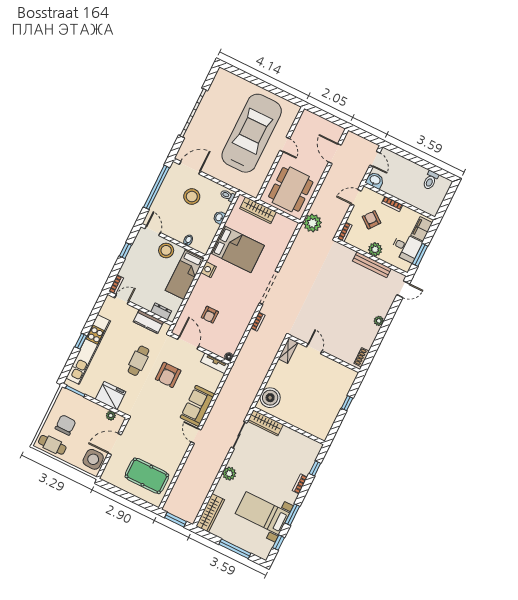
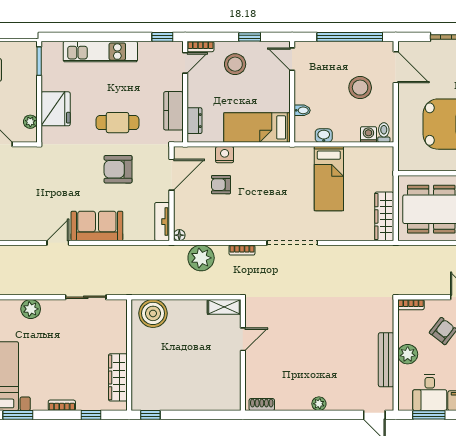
washing machine: (224, 206) -> (368, 134), added
wardrobe: (258, 210) -> (384, 216), moved
washbasin: (219, 217) -> (324, 136), moved
plant: (312, 223) -> (201, 258), moved
door: (153, 231) -> (292, 59), swing flipped
bed: (237, 249) -> (329, 179), width x0.67
stool: (166, 250) -> (235, 64), moved
nightstand: (208, 270) -> (225, 155), moved
door: (122, 299) -> (185, 63), hinge flipped
window: (81, 341) -> (162, 37), moved
kitchen unit: (88, 349) -> (100, 52), width x0.73
window: (347, 403) -> (150, 415), moved
wardrobe: (265, 423) -> (118, 377), moved

